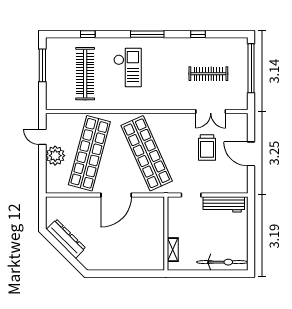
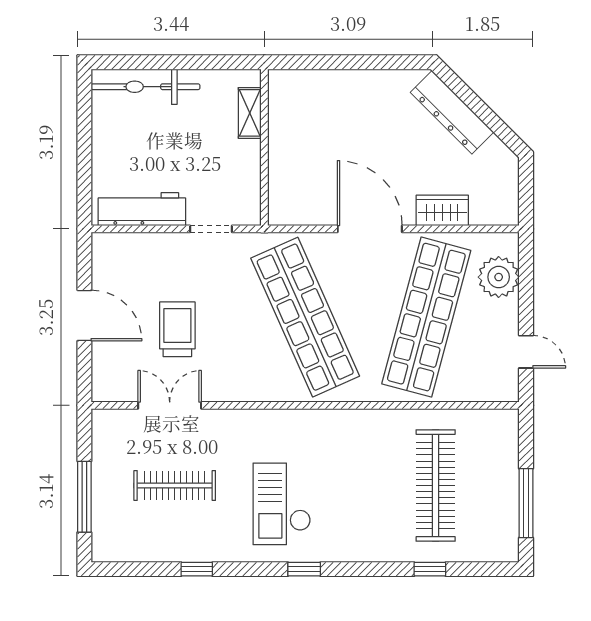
window: (147, 34) -> (304, 569), width x0.46
checkout: (127, 67) -> (282, 504), moved
window: (251, 68) -> (84, 497), width x0.68
plant: (55, 156) -> (499, 277), moved
door: (116, 195) -> (370, 229), hinge flipped
wardrobe: (82, 204) -> (442, 210), added
dresser: (66, 239) -> (452, 112), moved

